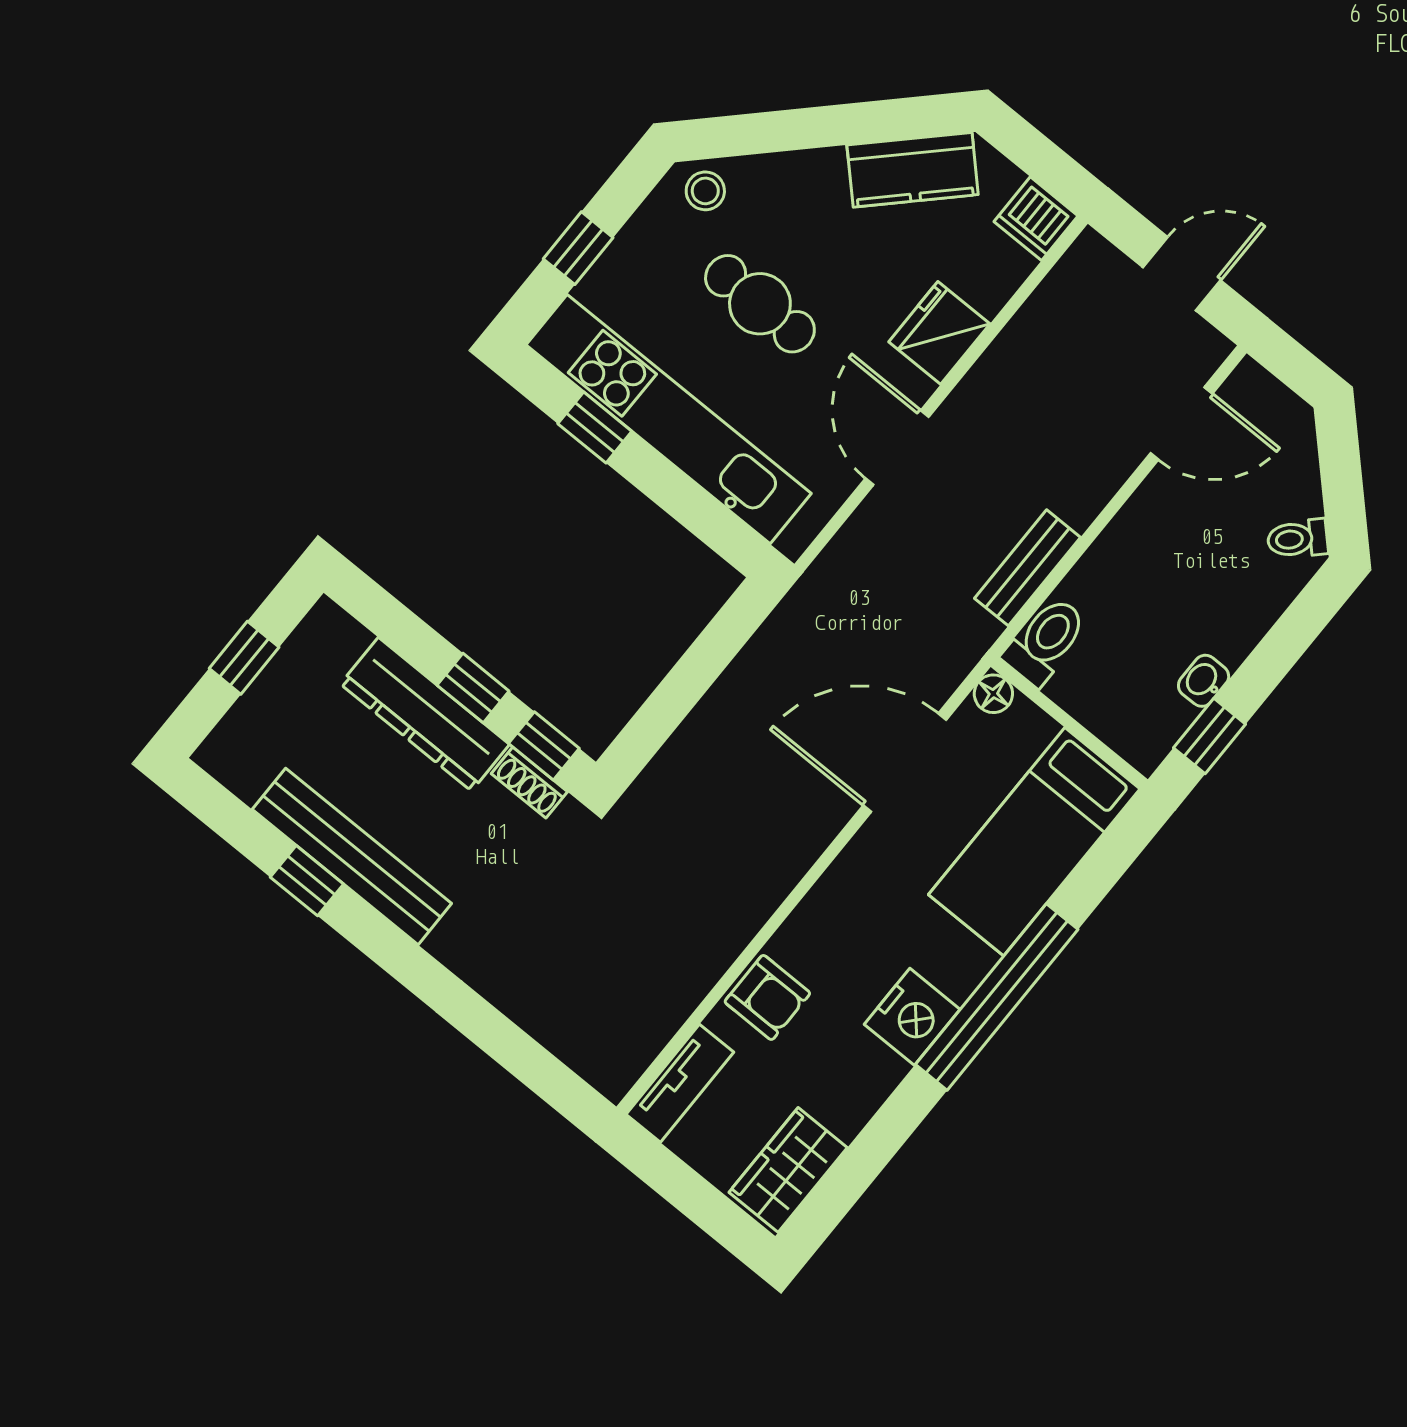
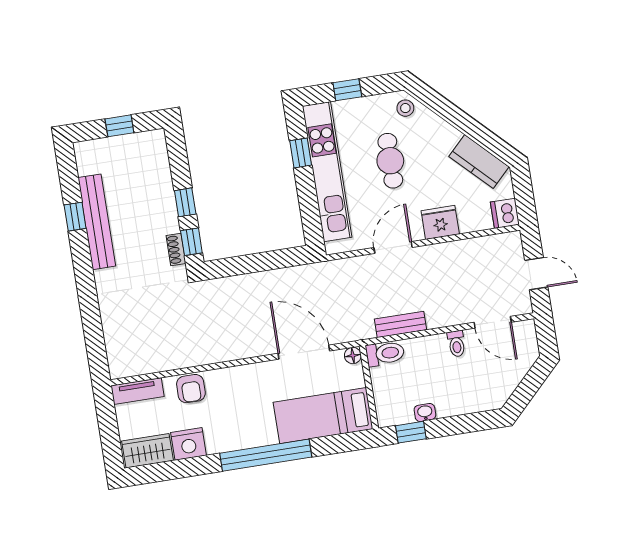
toilet: (1298, 539) -> (456, 344), moved, turned -135
dresser: (425, 714) -> (162, 197), removed
nightstand: (912, 1017) -> (188, 444), moved

